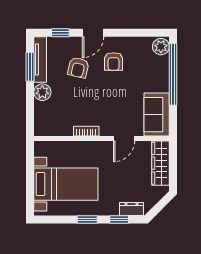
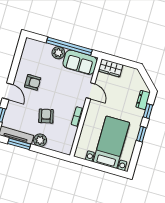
plant: (161, 47) -> (58, 53), moved
armchair: (78, 68) -> (46, 116), moved, turned -116
window: (173, 74) -> (69, 46), moved
wardrobe: (161, 163) -> (111, 68), width x0.67

